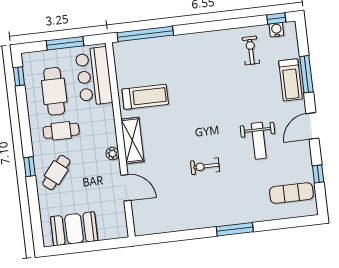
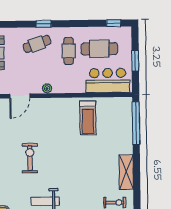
window: (65, 43) -> (135, 61), width x0.69
shelving: (132, 140) -> (126, 172), moved, turned 90
exercise bike: (205, 166) -> (30, 158), width x1.38, depth x1.39
cafe table: (56, 173) -> (37, 44), turned -59

